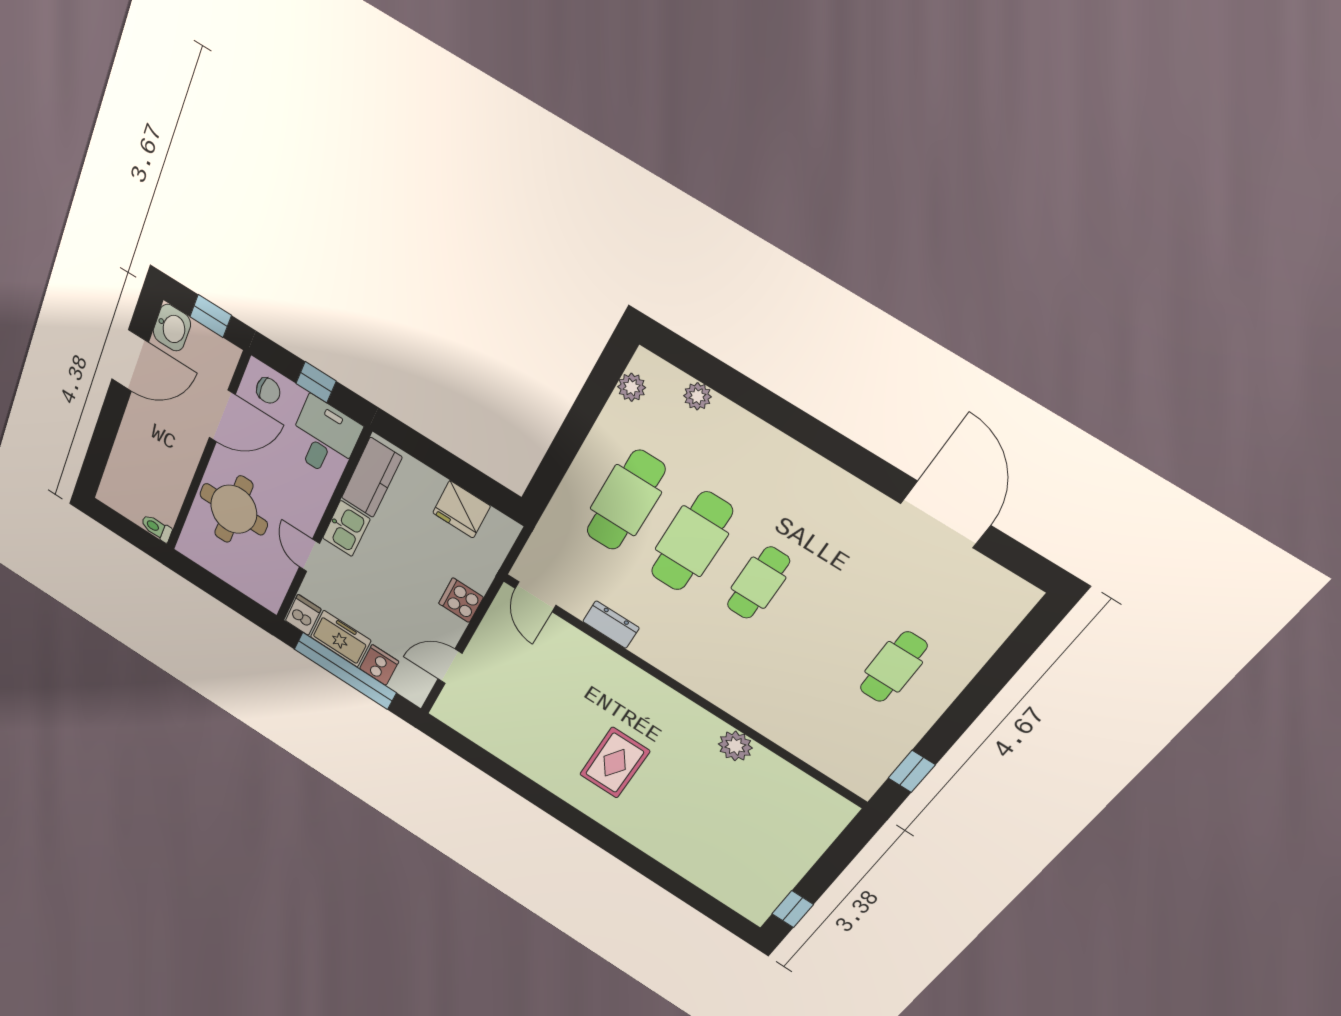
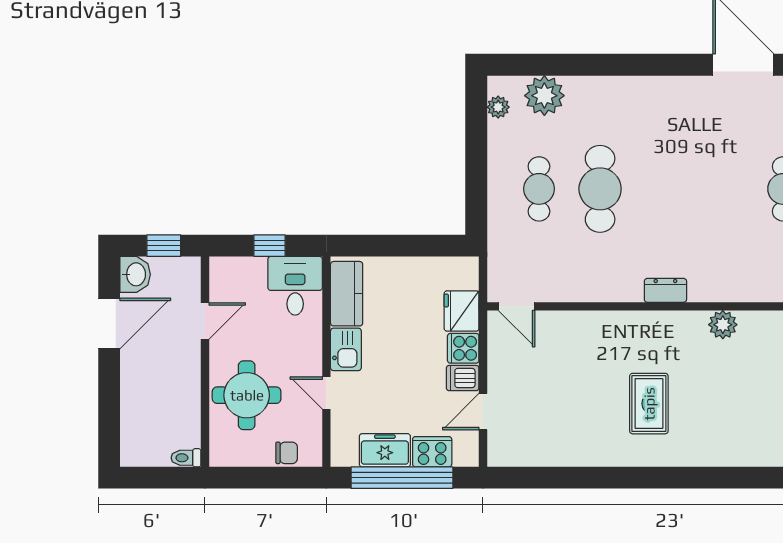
chair: (268, 391) -> (287, 453), moved
plant: (697, 396) -> (544, 96), width x1.87, depth x1.87
door: (222, 416) -> (205, 321), width x0.73
cafe table: (626, 500) -> (539, 189), width x0.73, depth x0.74
fridge: (461, 509) -> (462, 311), moved, turned 90
cafe table: (758, 583) -> (661, 189), removed
dishwasher: (303, 615) -> (463, 378), moved, turned -90
dresser: (611, 625) -> (665, 290), moved
cooker: (379, 665) -> (432, 452), width x1.36

